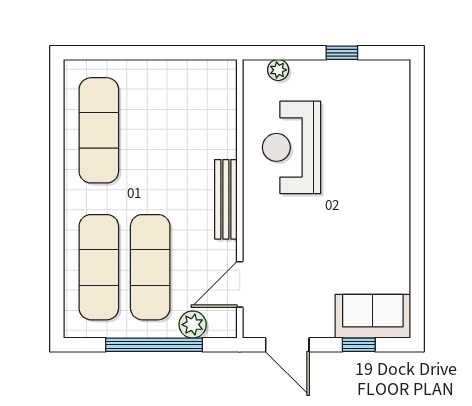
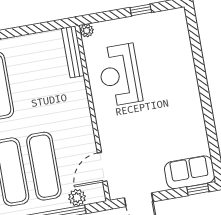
plant: (278, 70) -> (87, 31), moved
bench: (226, 199) -> (73, 52), moved
window: (359, 345) -> (198, 189), moved

